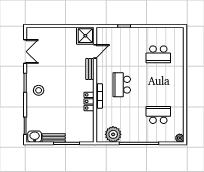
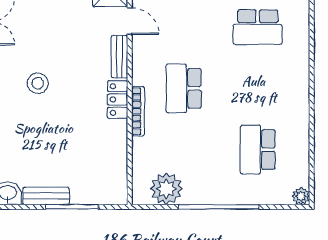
door: (95, 51) -> (130, 21), hinge flipped
stool: (39, 90) -> (38, 83), moved
locker: (89, 101) -> (118, 100), moved
school desk: (158, 115) -> (258, 150), turned -90

